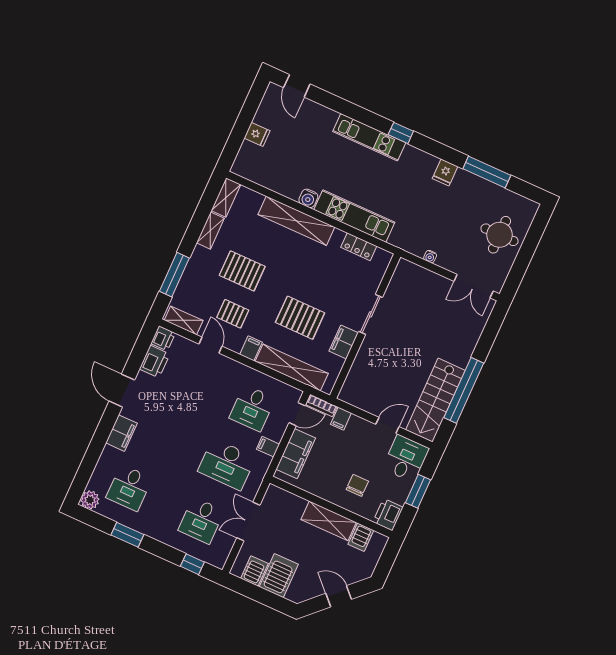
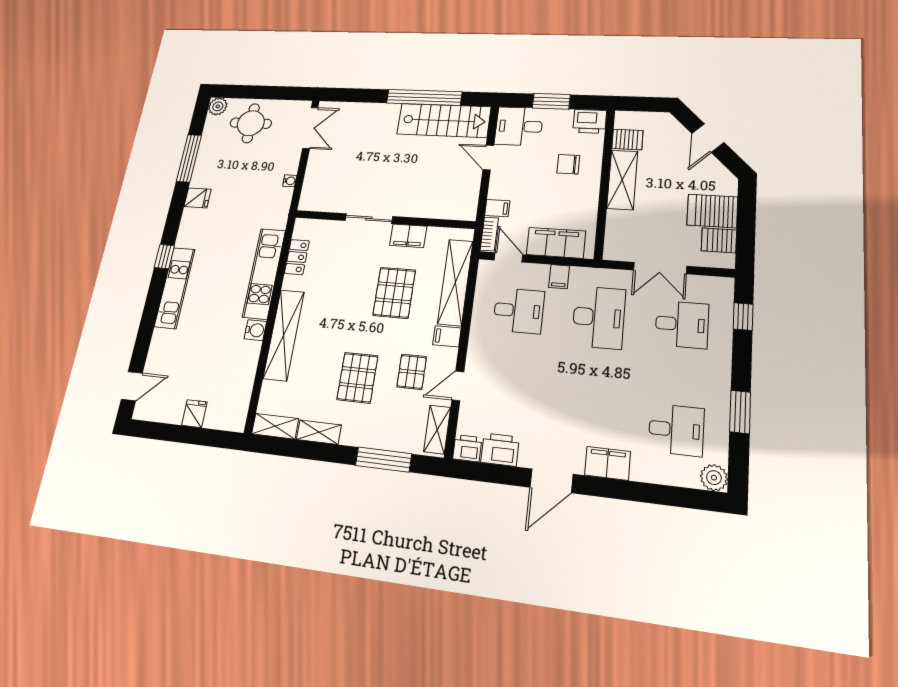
plant: (529, 208) -> (218, 106), added

